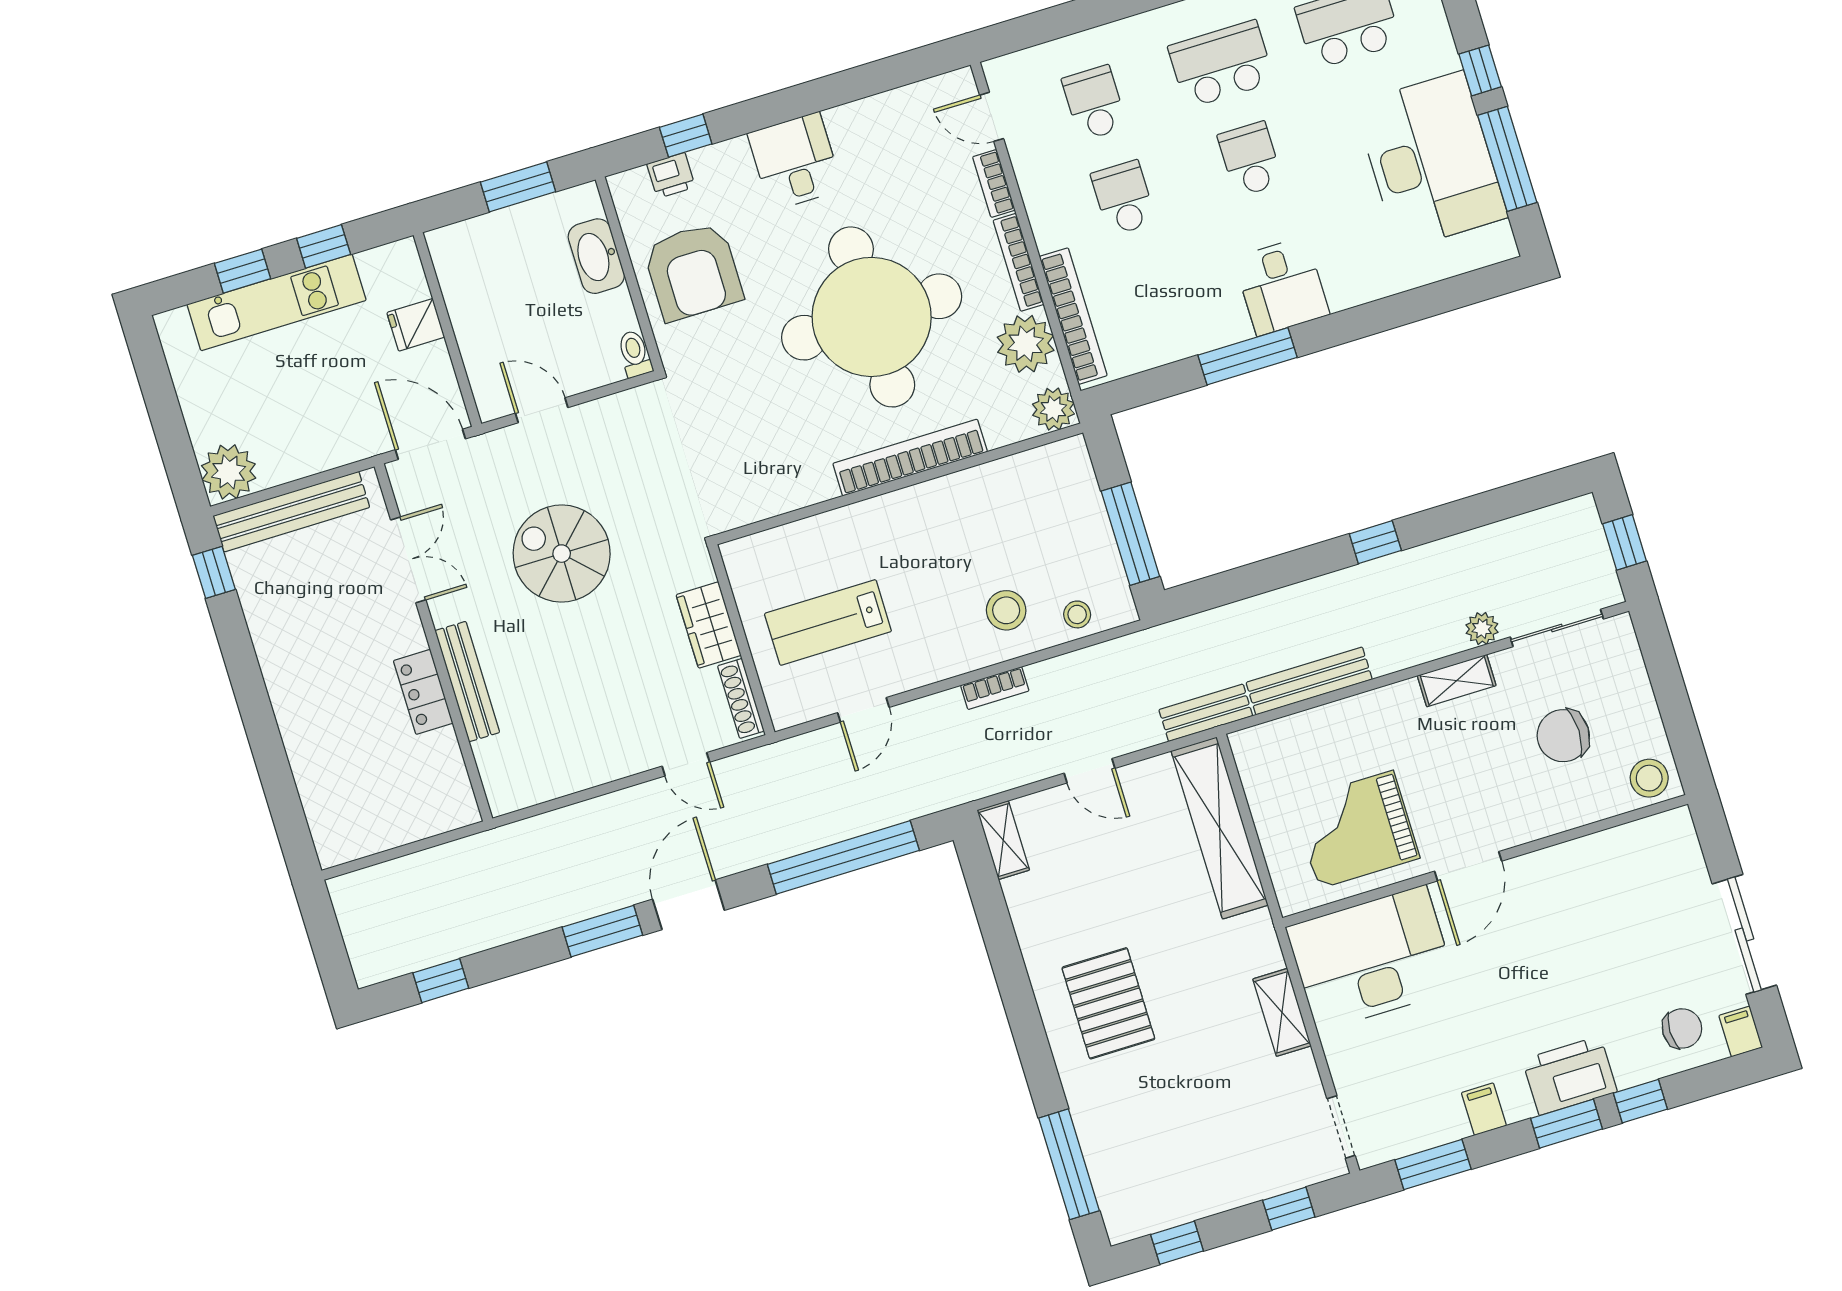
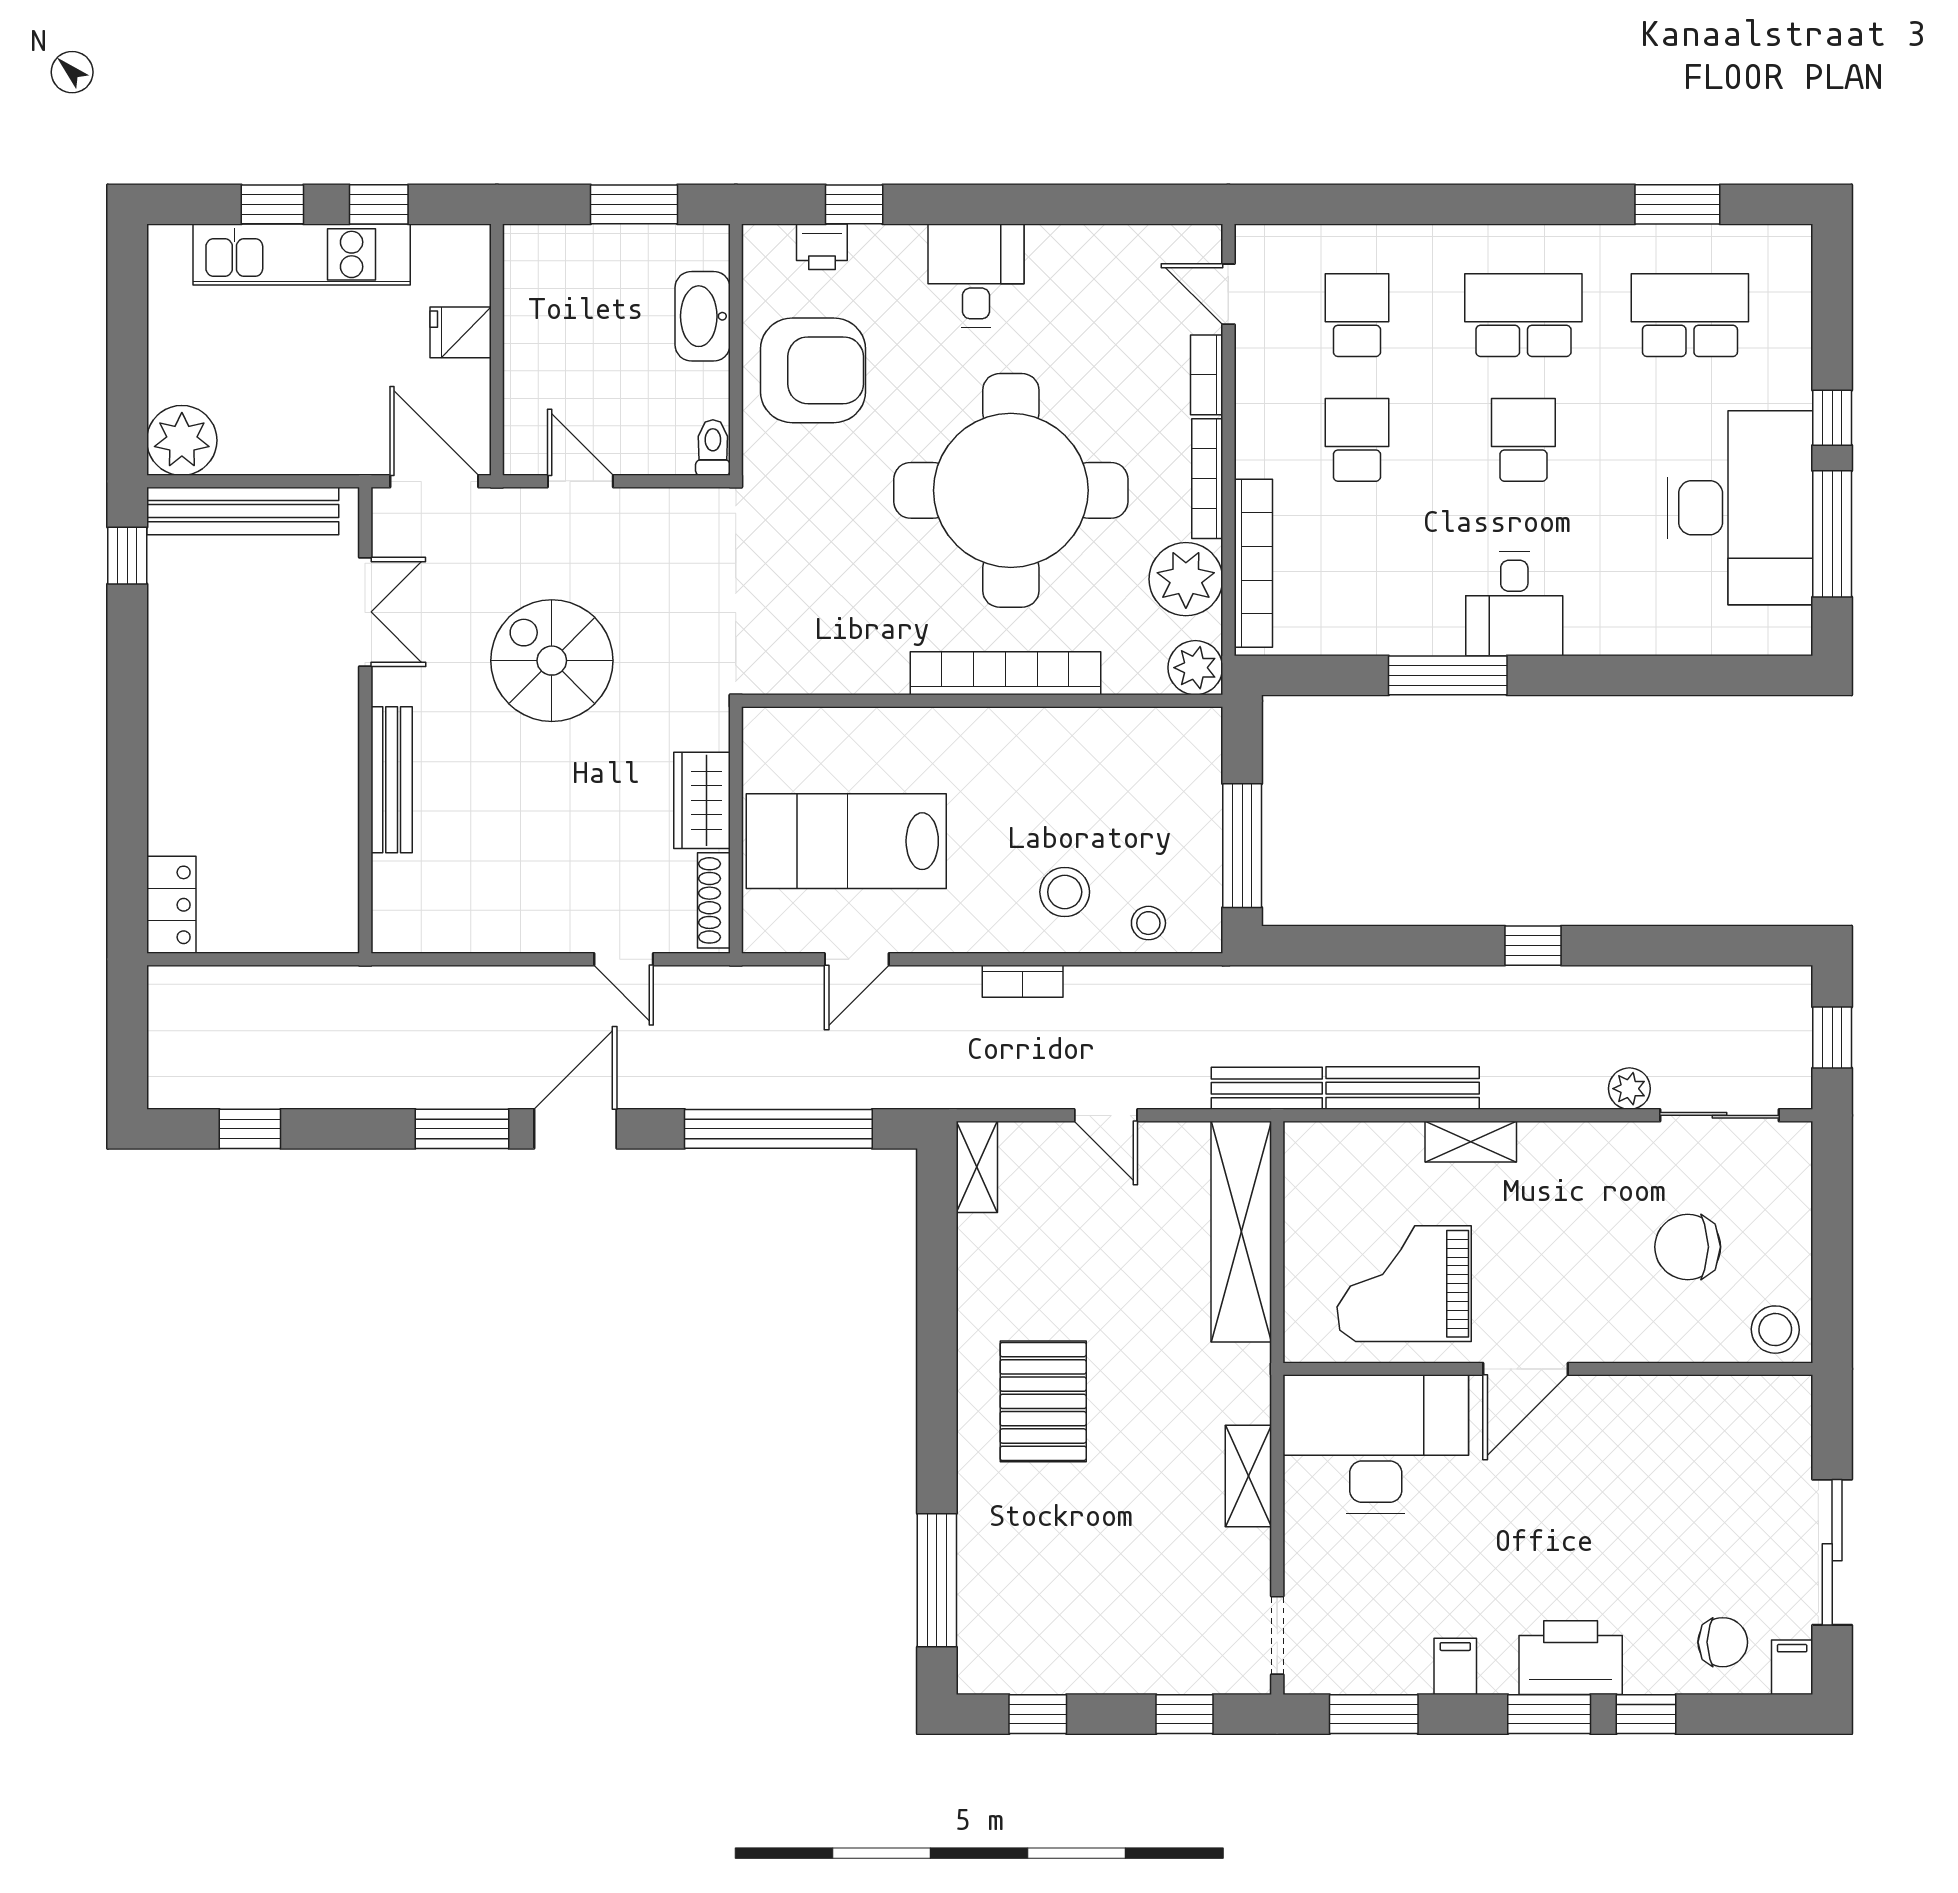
armchair: (693, 272) -> (813, 370), turned -90
lab bench: (828, 622) -> (846, 841), width x1.36, depth x1.39
shelving: (1457, 681) -> (1471, 1142), moved
locker: (423, 692) -> (171, 905), moved, turned 180

